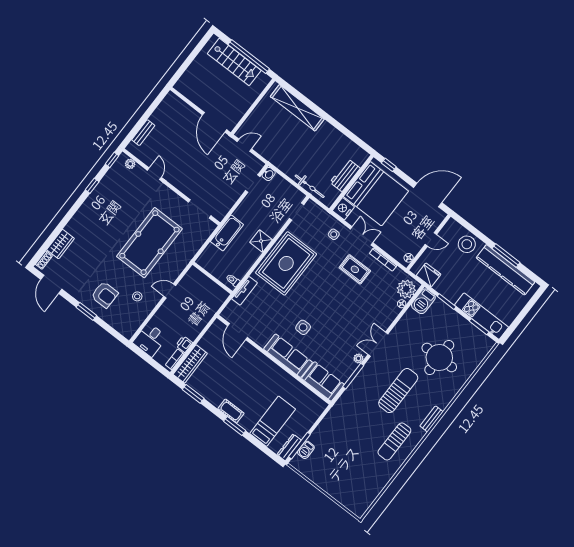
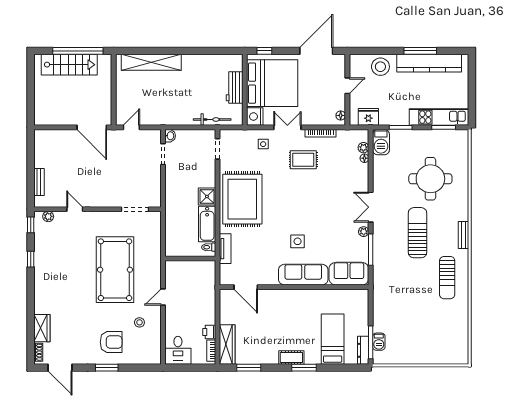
bathtub: (227, 233) -> (207, 224), moved, turned 180
plant: (406, 289) -> (363, 148), width x0.53, depth x0.53

